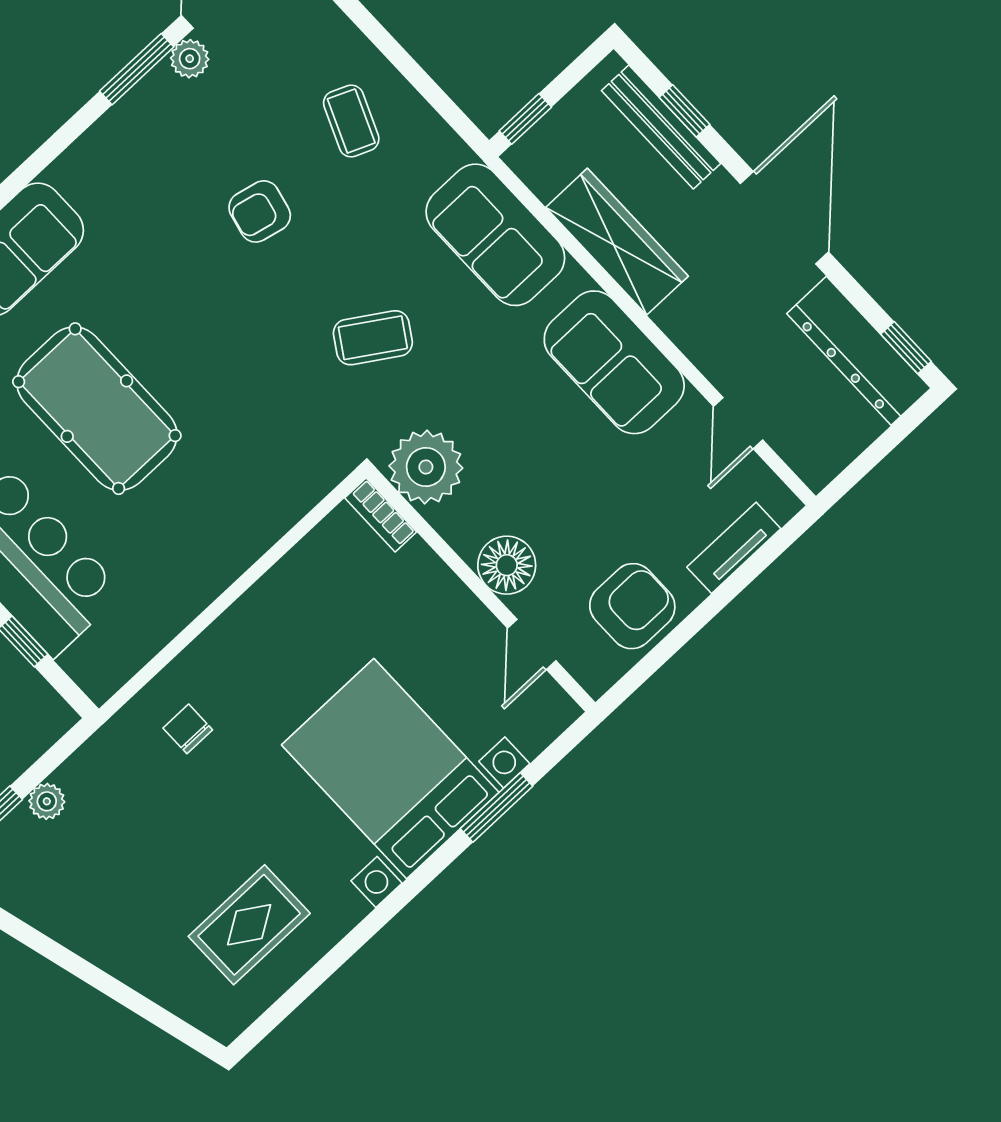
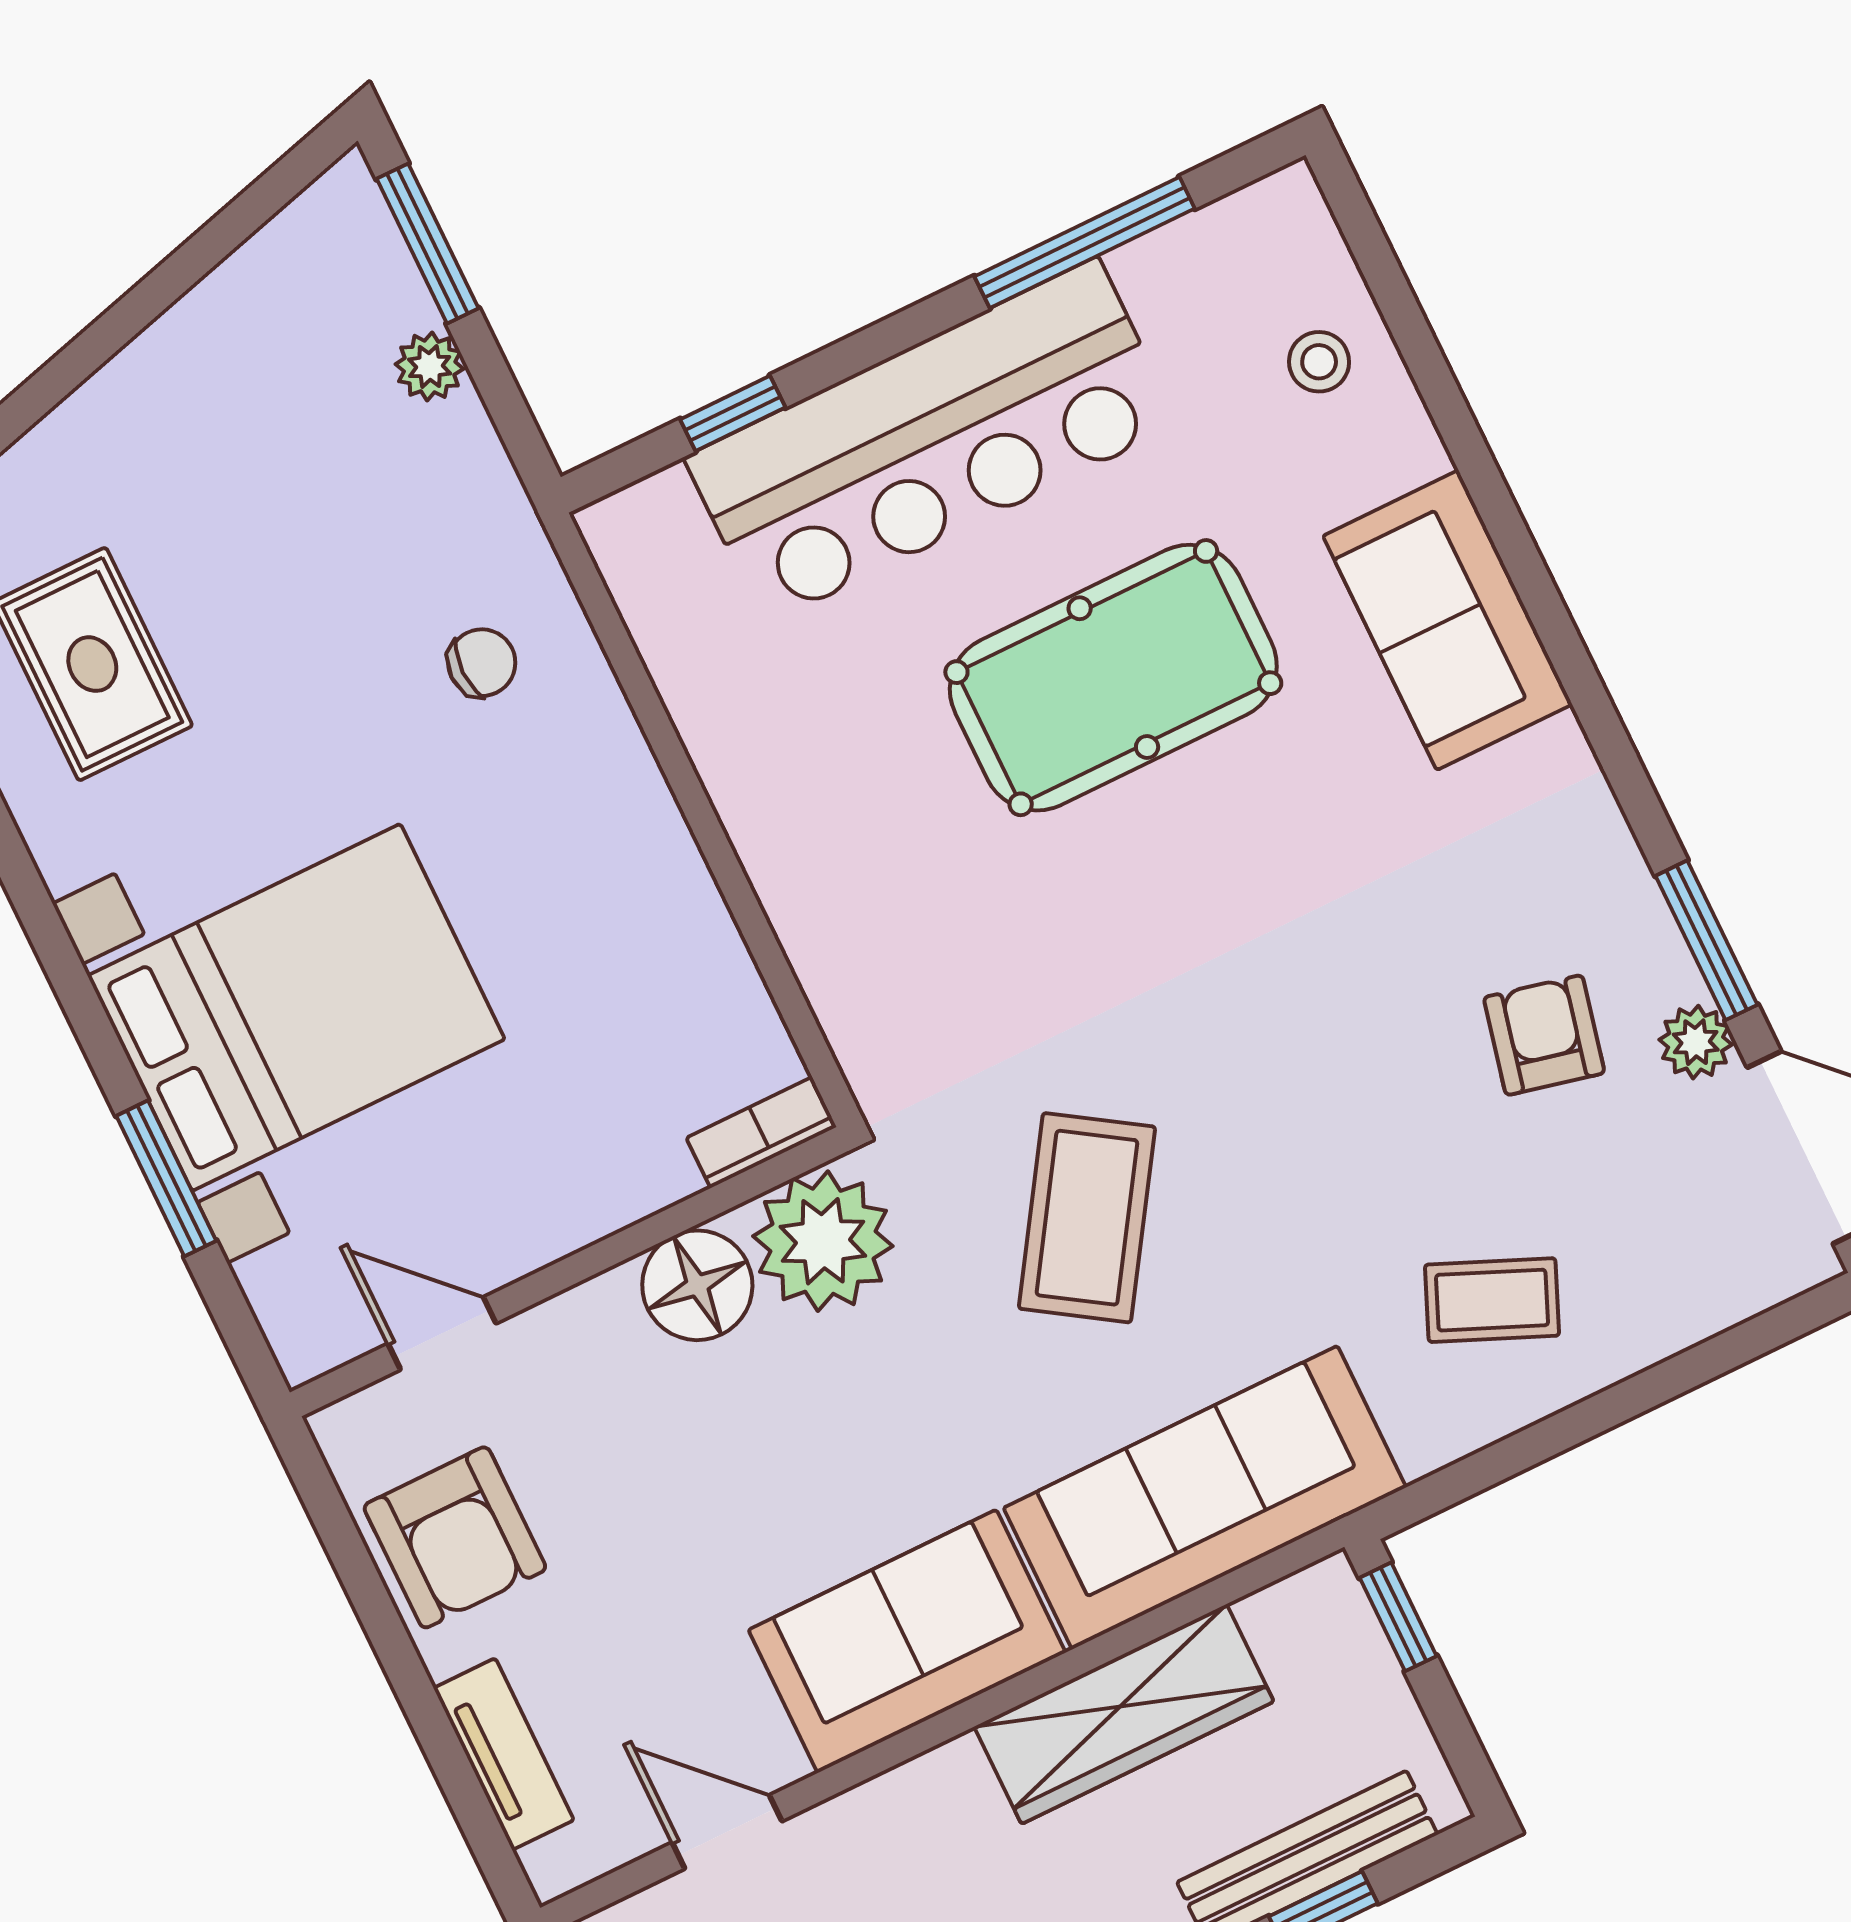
armchair: (260, 211) -> (1544, 1035), moved
sofa: (495, 235) -> (1205, 1498), width x1.36
coffee table: (373, 338) -> (1087, 1218), width x1.36, depth x1.30
floor lamp: (507, 565) -> (697, 1285), moved

